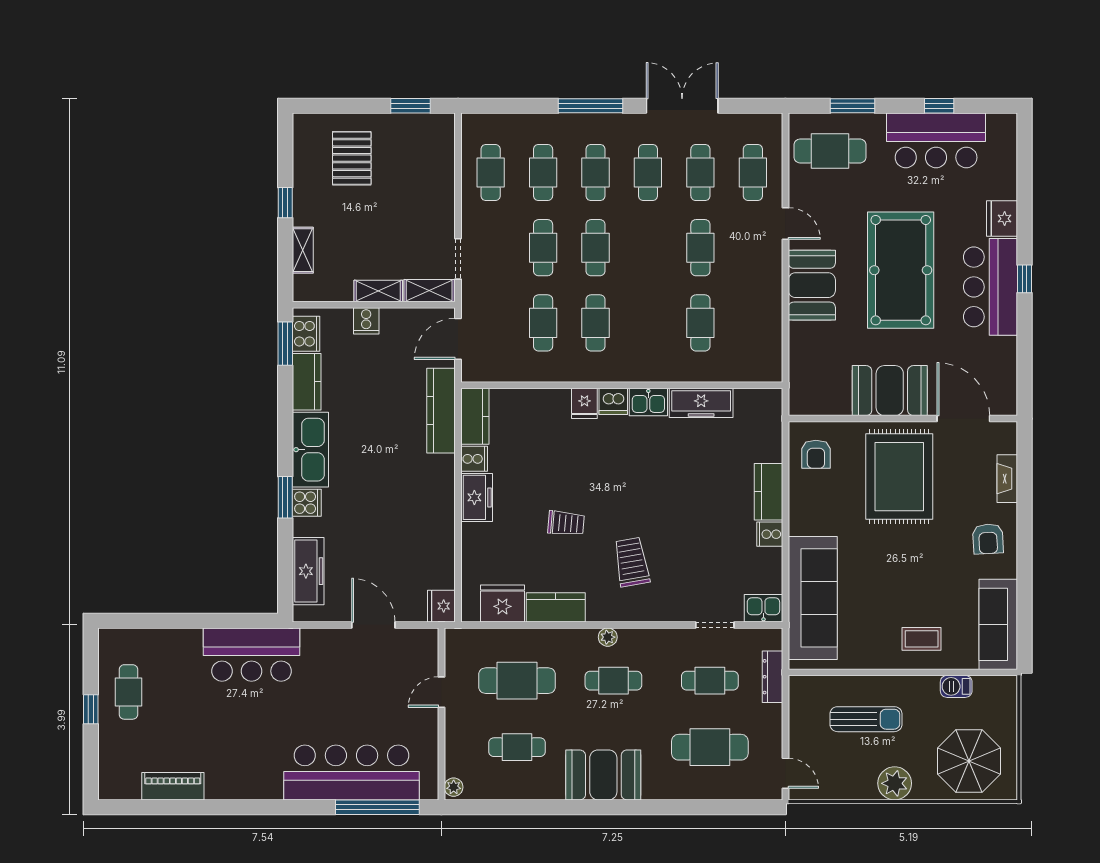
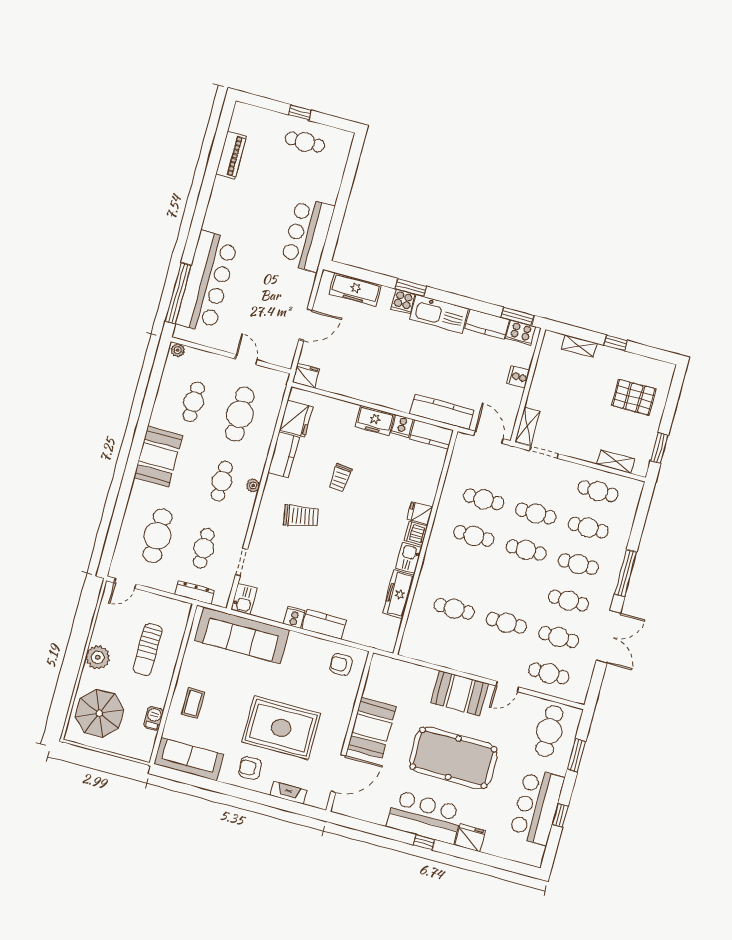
shelving: (378, 291) -> (616, 461), moved, turned 90
rug: (899, 477) -> (281, 728), moved

